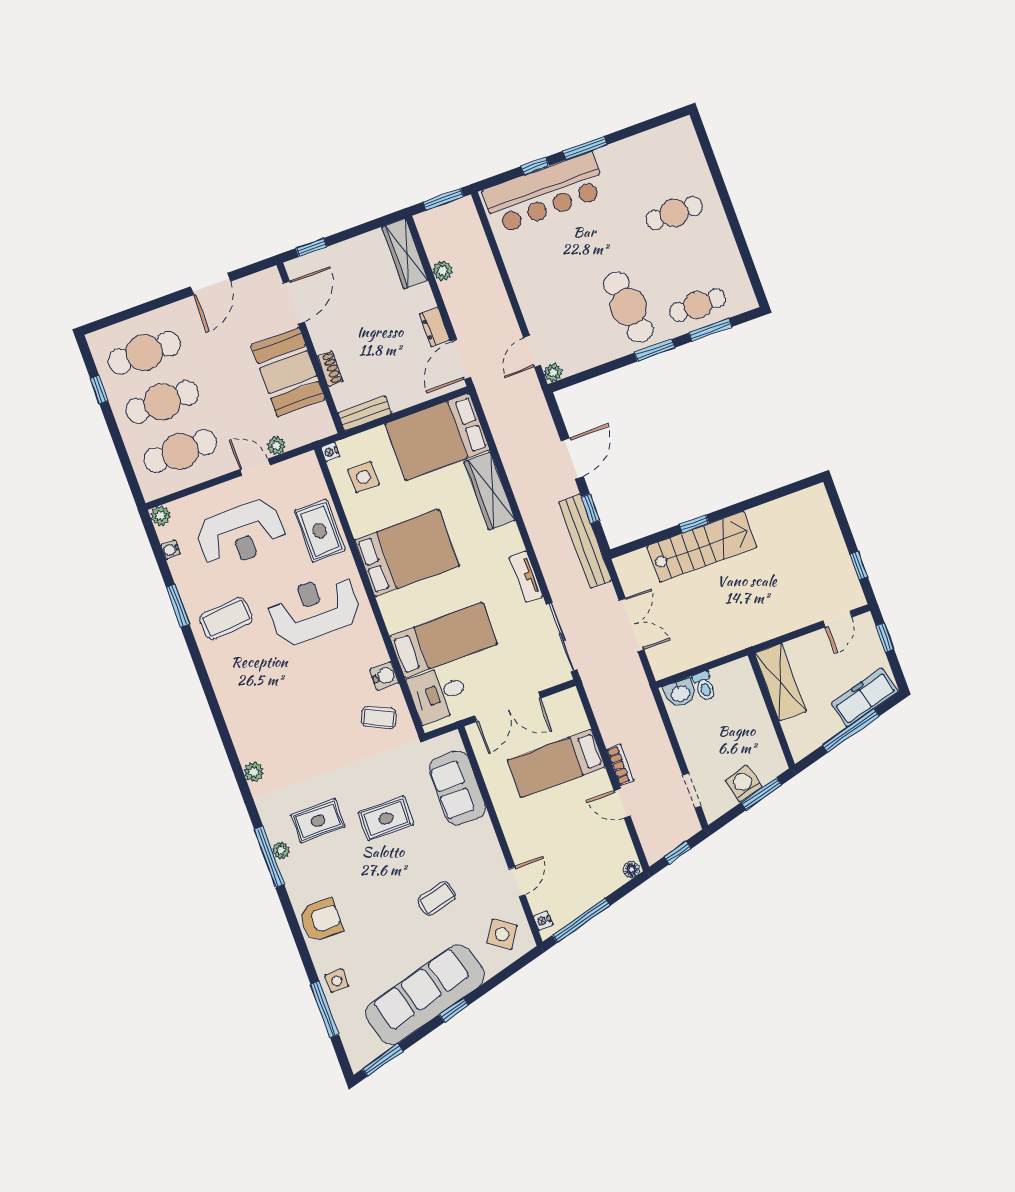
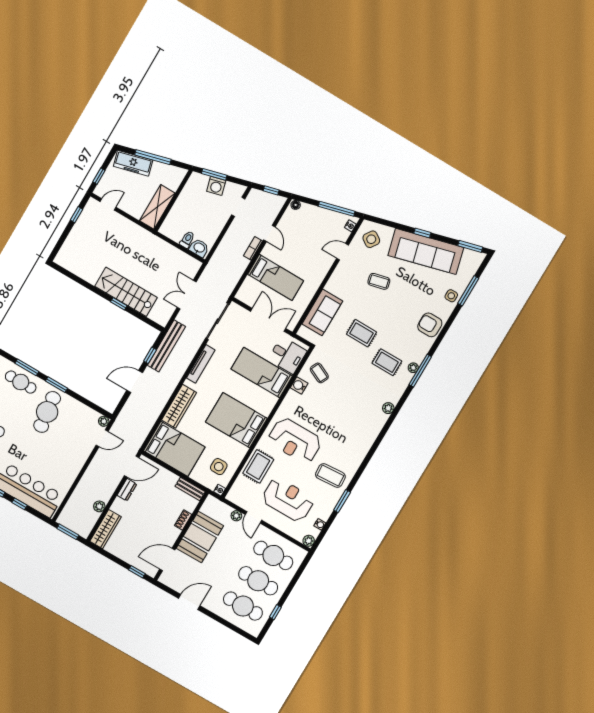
tv unit: (526, 577) -> (201, 364), width x1.41

